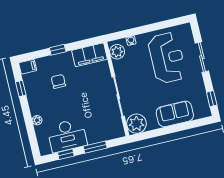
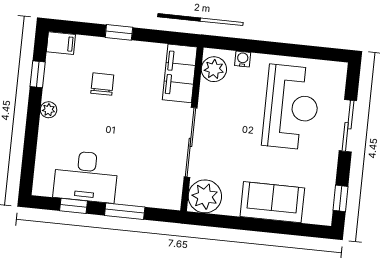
filing cabinet: (90, 55) -> (180, 73), moved, turned 90
plant: (37, 120) -> (49, 110), moved

